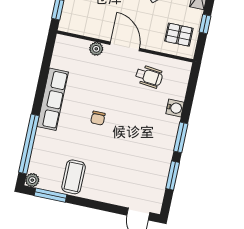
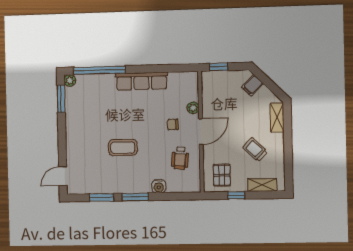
chair: (98, 118) -> (173, 124), moved
coffee table: (74, 177) -> (123, 148), moved

